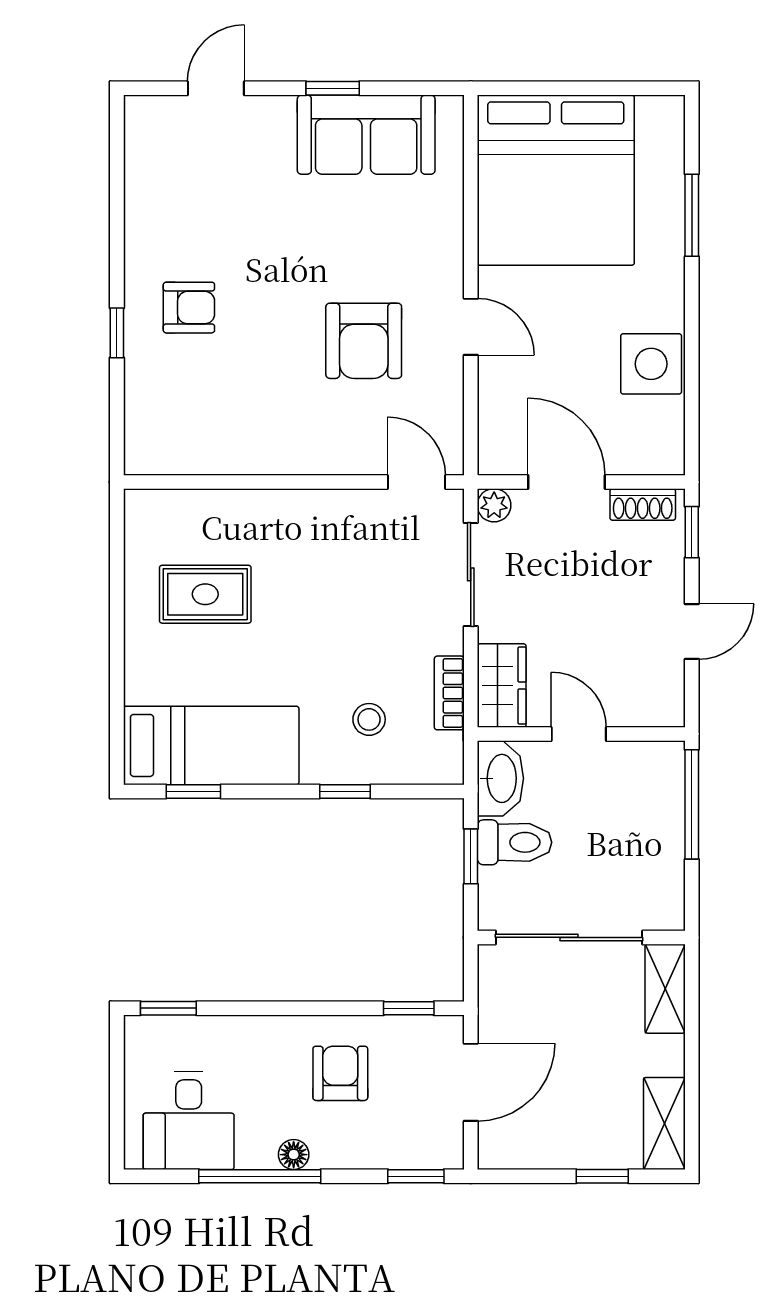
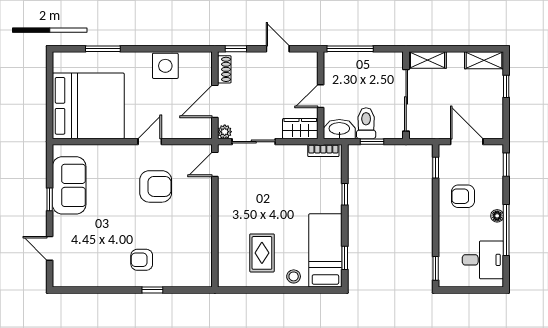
armchair: (189, 308) -> (142, 260), turned -90
bookcase: (449, 693) -> (323, 151), moved
stool: (369, 719) -> (294, 276), moved

